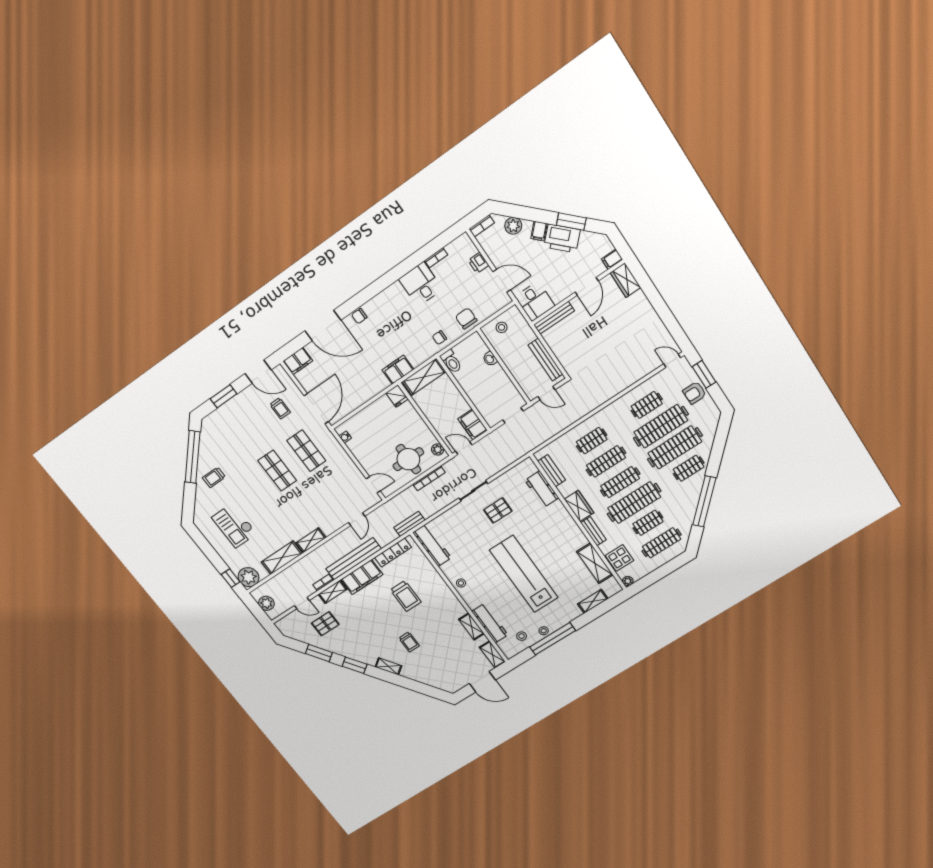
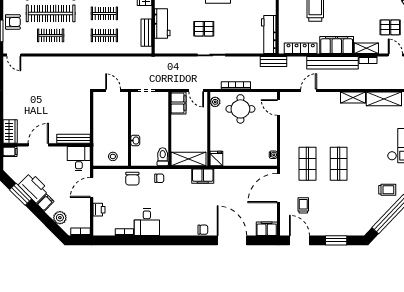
door: (502, 281) -> (92, 187), hinge flipped
bench: (546, 360) -> (98, 114), removed
clothes rail: (606, 461) -> (104, 13), width x0.73

